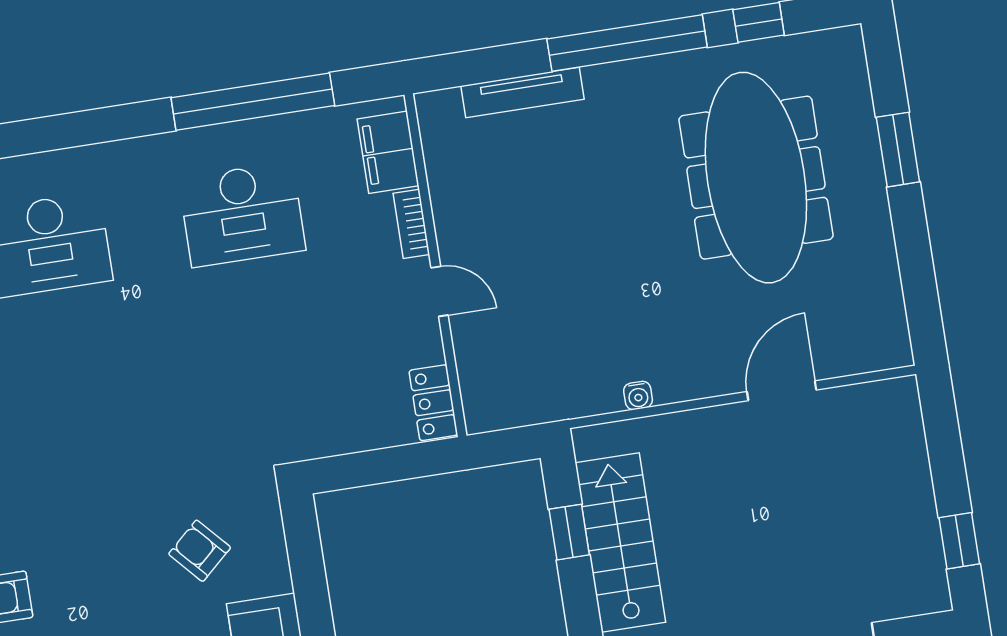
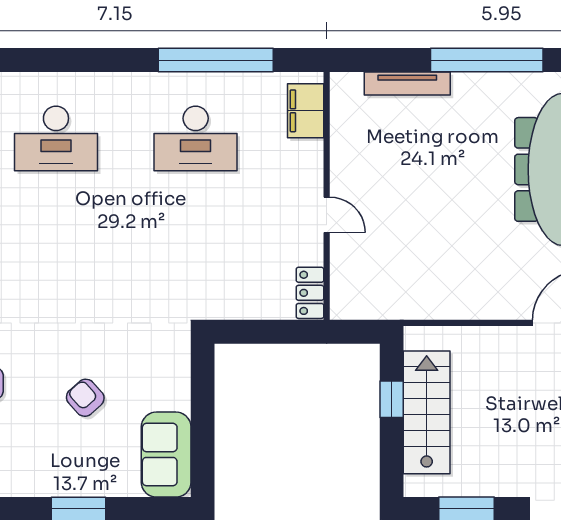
bookcase: (411, 224) -> (314, 164), removed
water cooler: (638, 395) -> (455, 310), removed
armchair: (200, 551) -> (85, 398), moved

